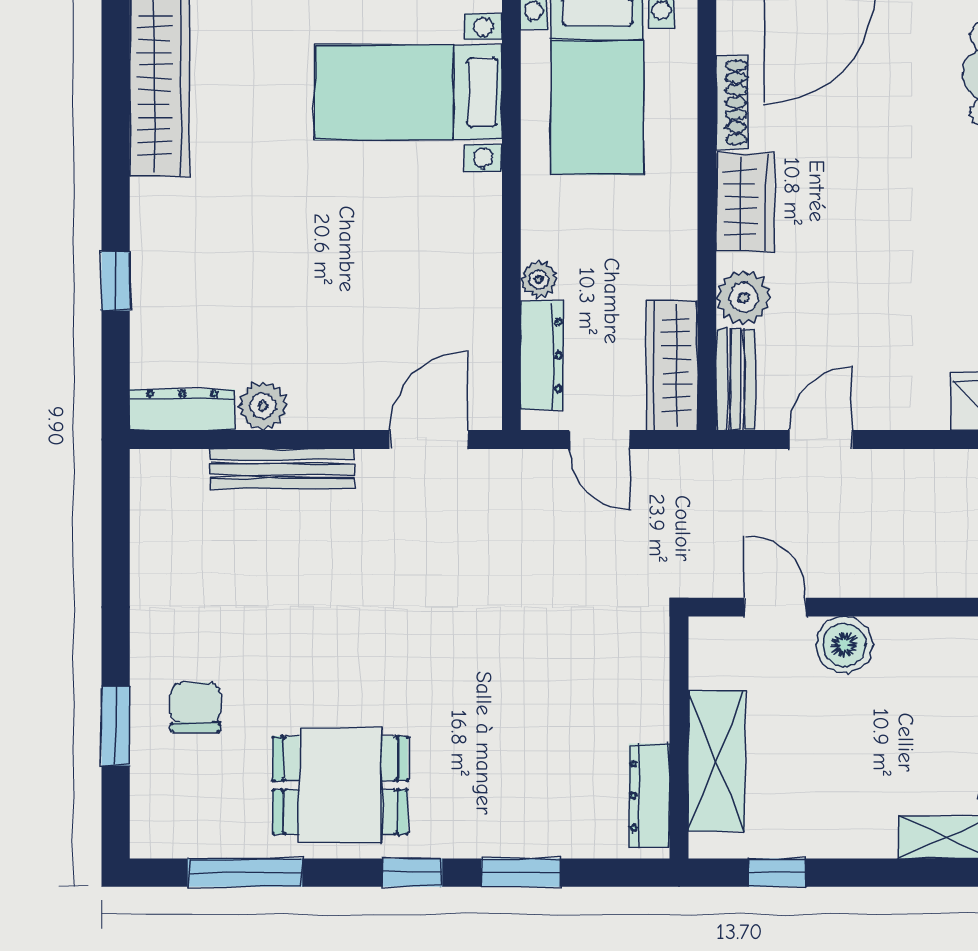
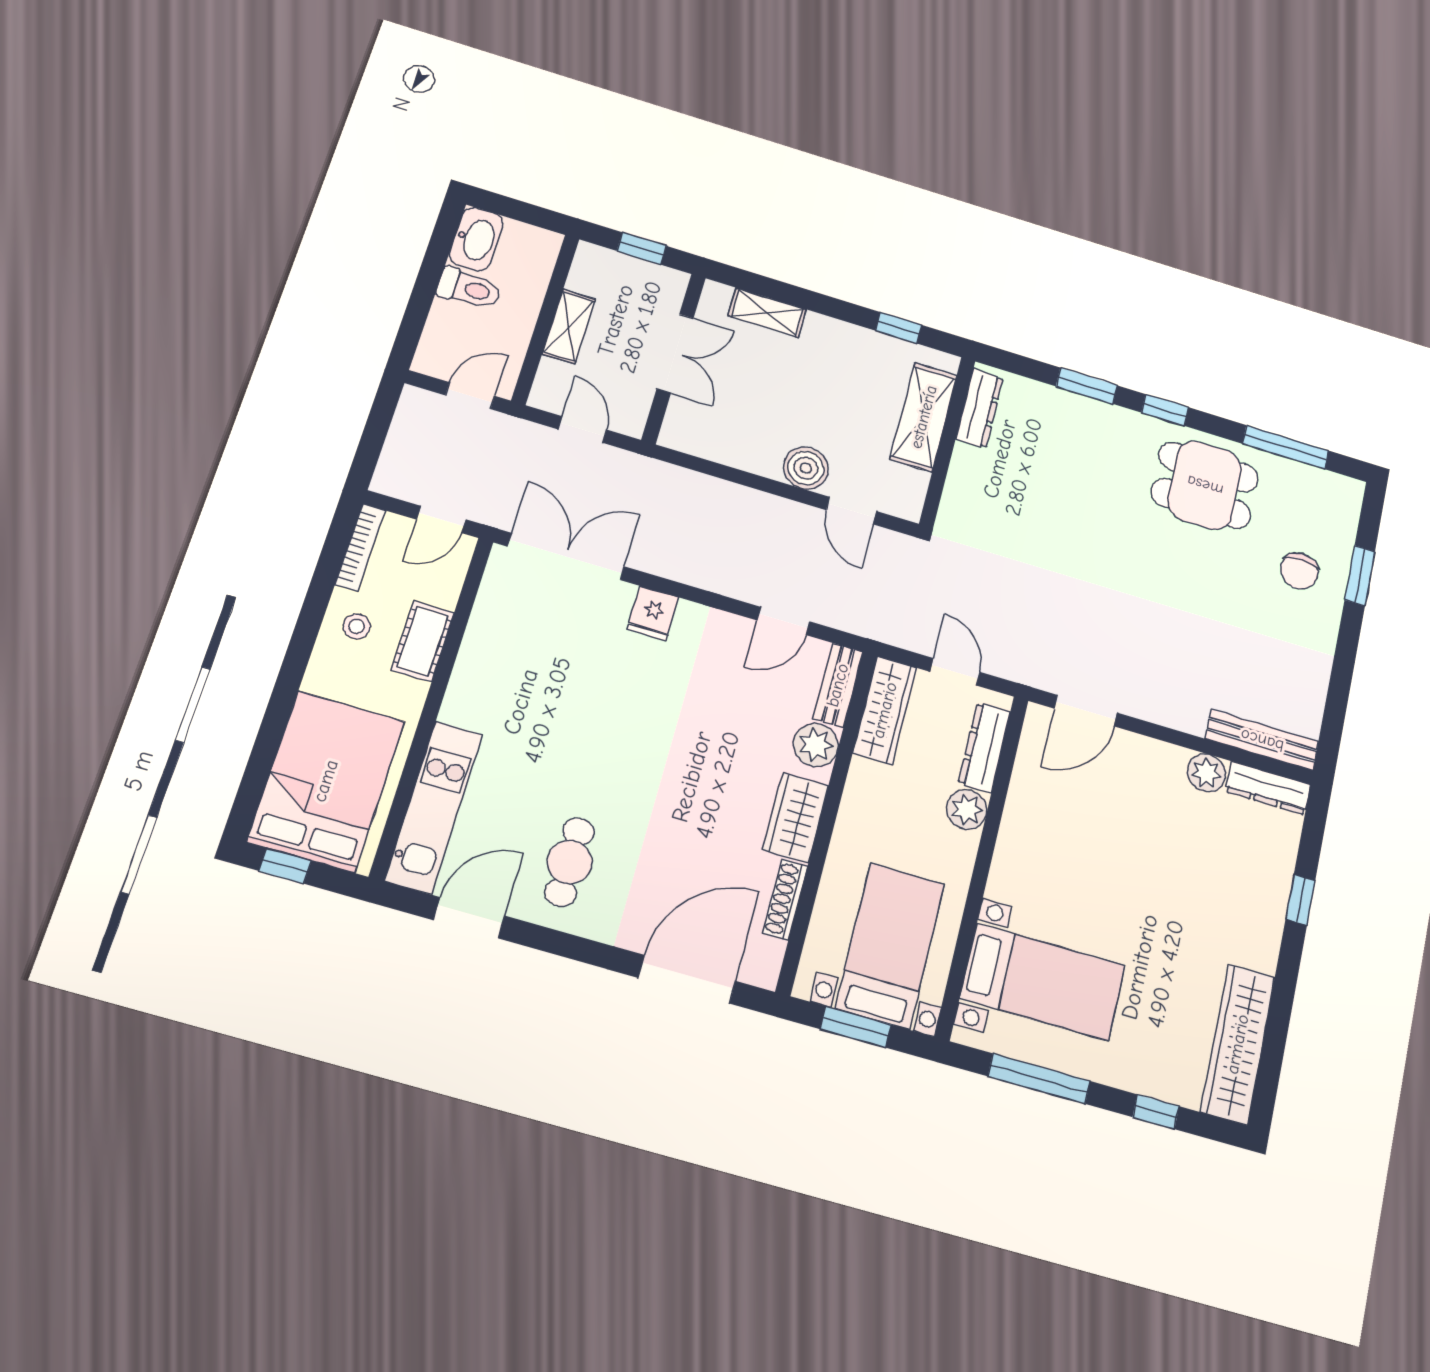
plant: (539, 279) -> (967, 809), width x1.38, depth x1.38
bench: (282, 469) -> (1262, 740), moved

